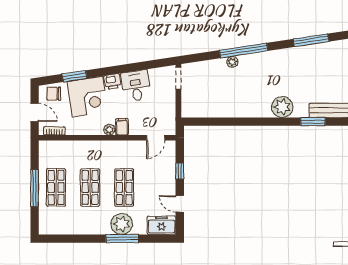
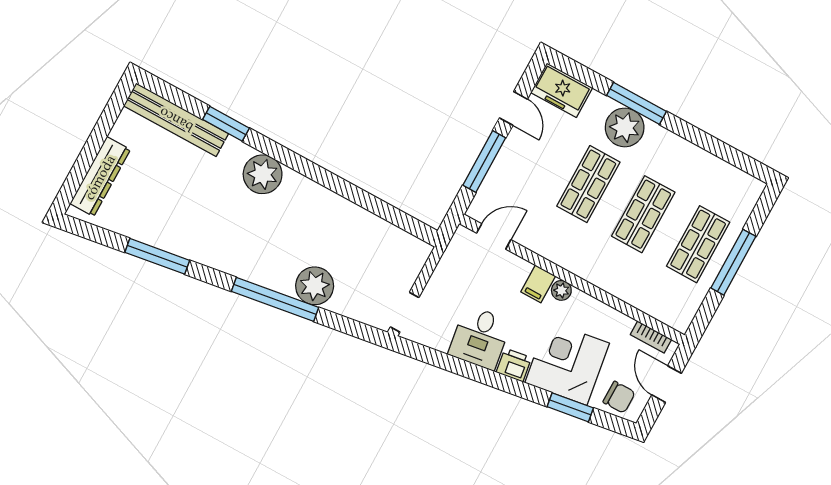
plant: (232, 62) -> (315, 286), width x1.87, depth x1.87
window: (180, 171) -> (484, 162), width x2.17

